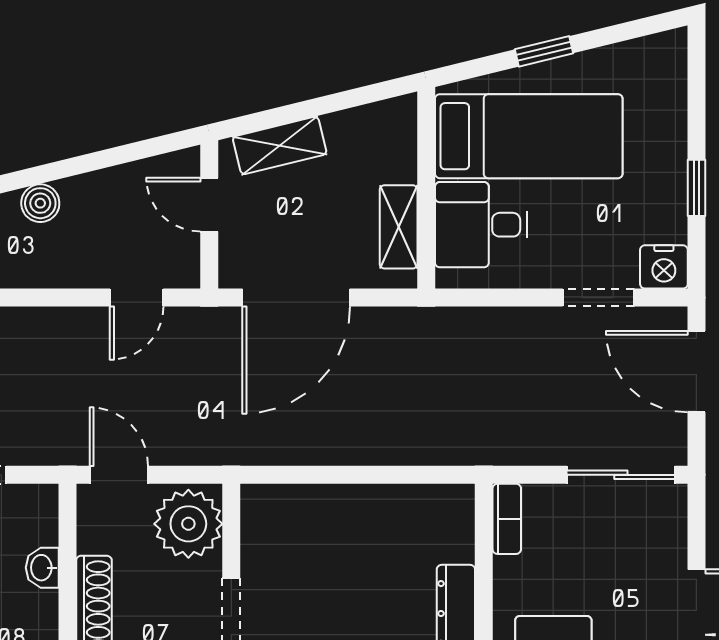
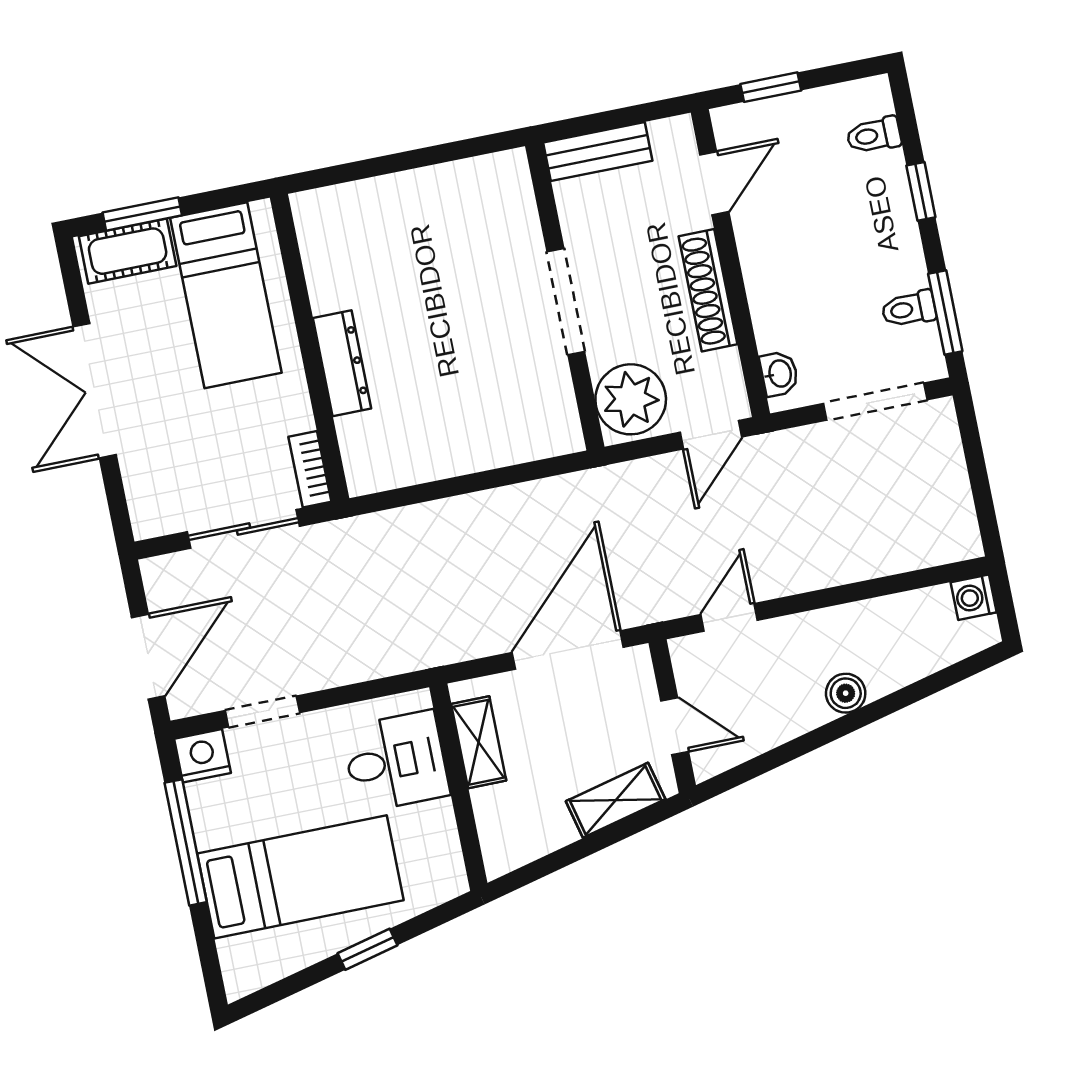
bed: (529, 136) -> (300, 877), moved, turned 180
window: (696, 188) -> (186, 842), width x2.17
door: (696, 372) -> (148, 657), hinge flipped
door: (119, 475) -> (711, 435), hinge flipped
sliding door: (621, 475) -> (244, 529), moved
washbasin: (42, 568) -> (779, 374), moved

